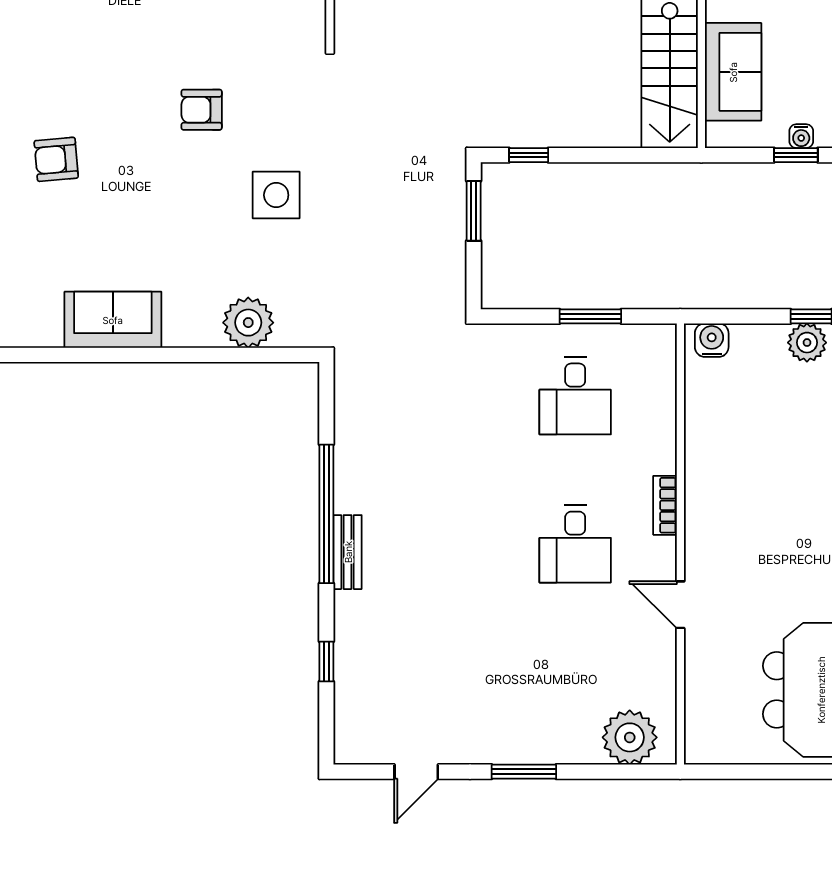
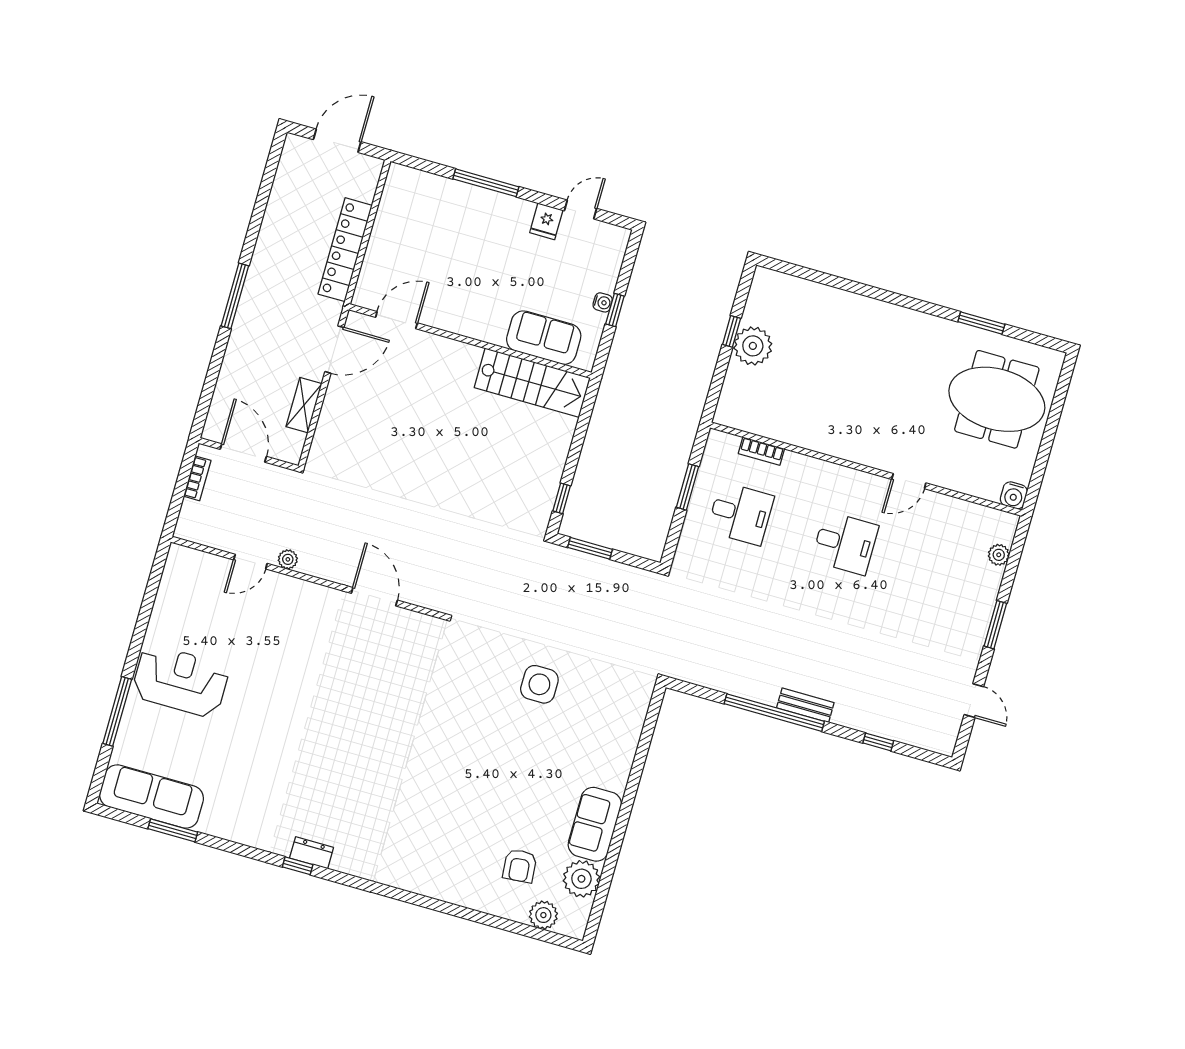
armchair: (202, 110) -> (464, 720), removed
armchair: (56, 159) -> (520, 866), moved
plant: (248, 323) -> (581, 879), moved
water cooler: (712, 340) -> (1014, 495), moved, turned -90
plant: (807, 343) -> (753, 346), width x1.36, depth x1.36
bookcase: (665, 505) -> (761, 451), moved
plant: (630, 737) -> (999, 555), width x0.53, depth x0.53

